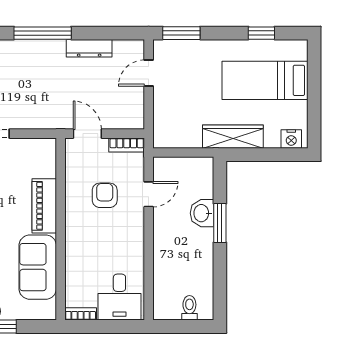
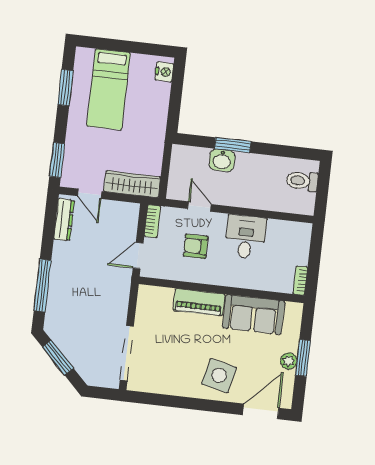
window: (261, 33) -> (65, 88), width x1.50
dresser: (89, 48) -> (64, 220), moved
wardrobe: (233, 137) -> (132, 184), moved, turned 90
desk: (119, 297) -> (246, 237), moved, turned -90
toilet: (189, 308) -> (302, 181), width x1.37, depth x1.39

